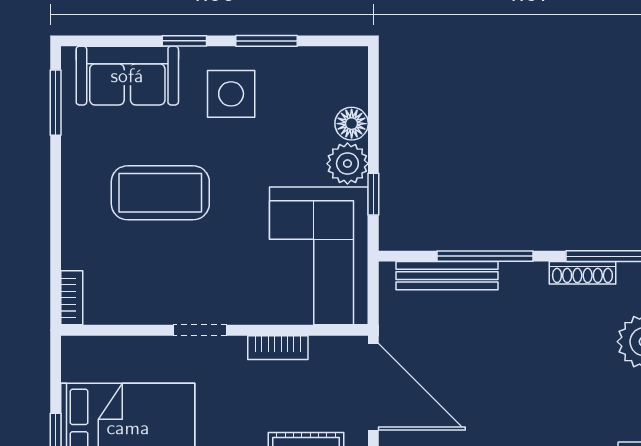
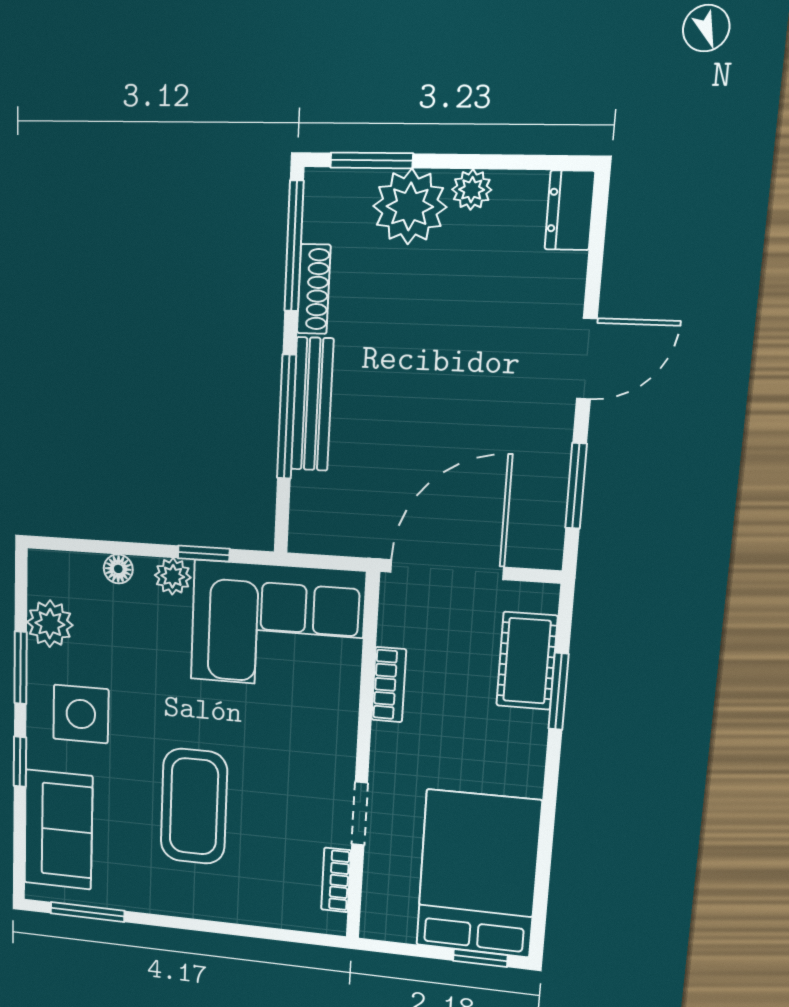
plant: (306, 66) -> (50, 624), added
floor lamp: (352, 124) -> (118, 569), width x0.73, depth x0.73
plant: (347, 164) -> (173, 576), width x0.73, depth x0.73
bench: (447, 276) -> (312, 404), moved
bookcase: (72, 298) -> (336, 880), moved, turned -90
doorway: (200, 330) -> (360, 814), moved

